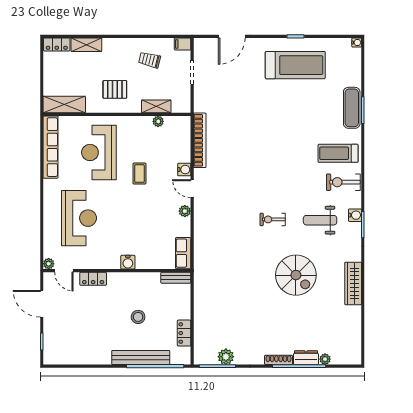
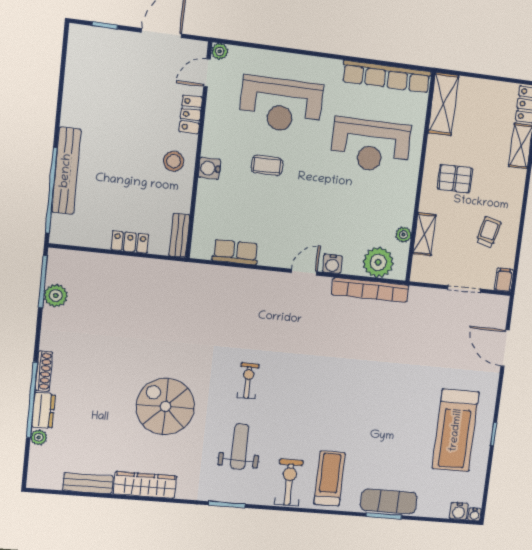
pallet: (115, 89) -> (455, 179), turned 90
reception desk: (99, 152) -> (371, 145), turned 180
coffee table: (139, 174) -> (267, 165), moved
plant: (185, 211) -> (378, 262), moved, width x1.88, depth x1.88
water cooler: (355, 215) -> (459, 511), moved
row of seats: (183, 253) -> (235, 252), moved
spiral stairs: (296, 275) -> (165, 406), turned 90
stool: (138, 317) -> (174, 161), moved
bench: (355, 323) -> (88, 483), added
locker: (184, 333) -> (130, 242), moved

